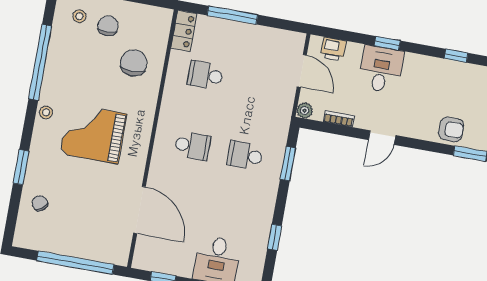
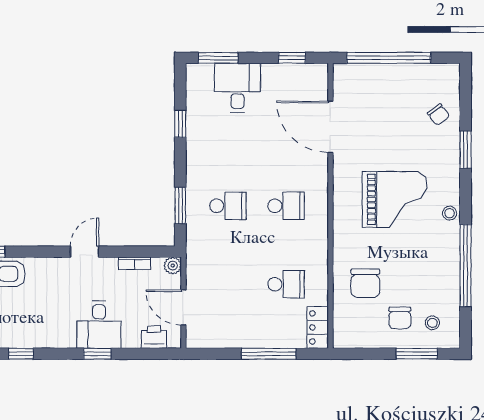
school desk: (192, 146) -> (286, 206), turned 180

